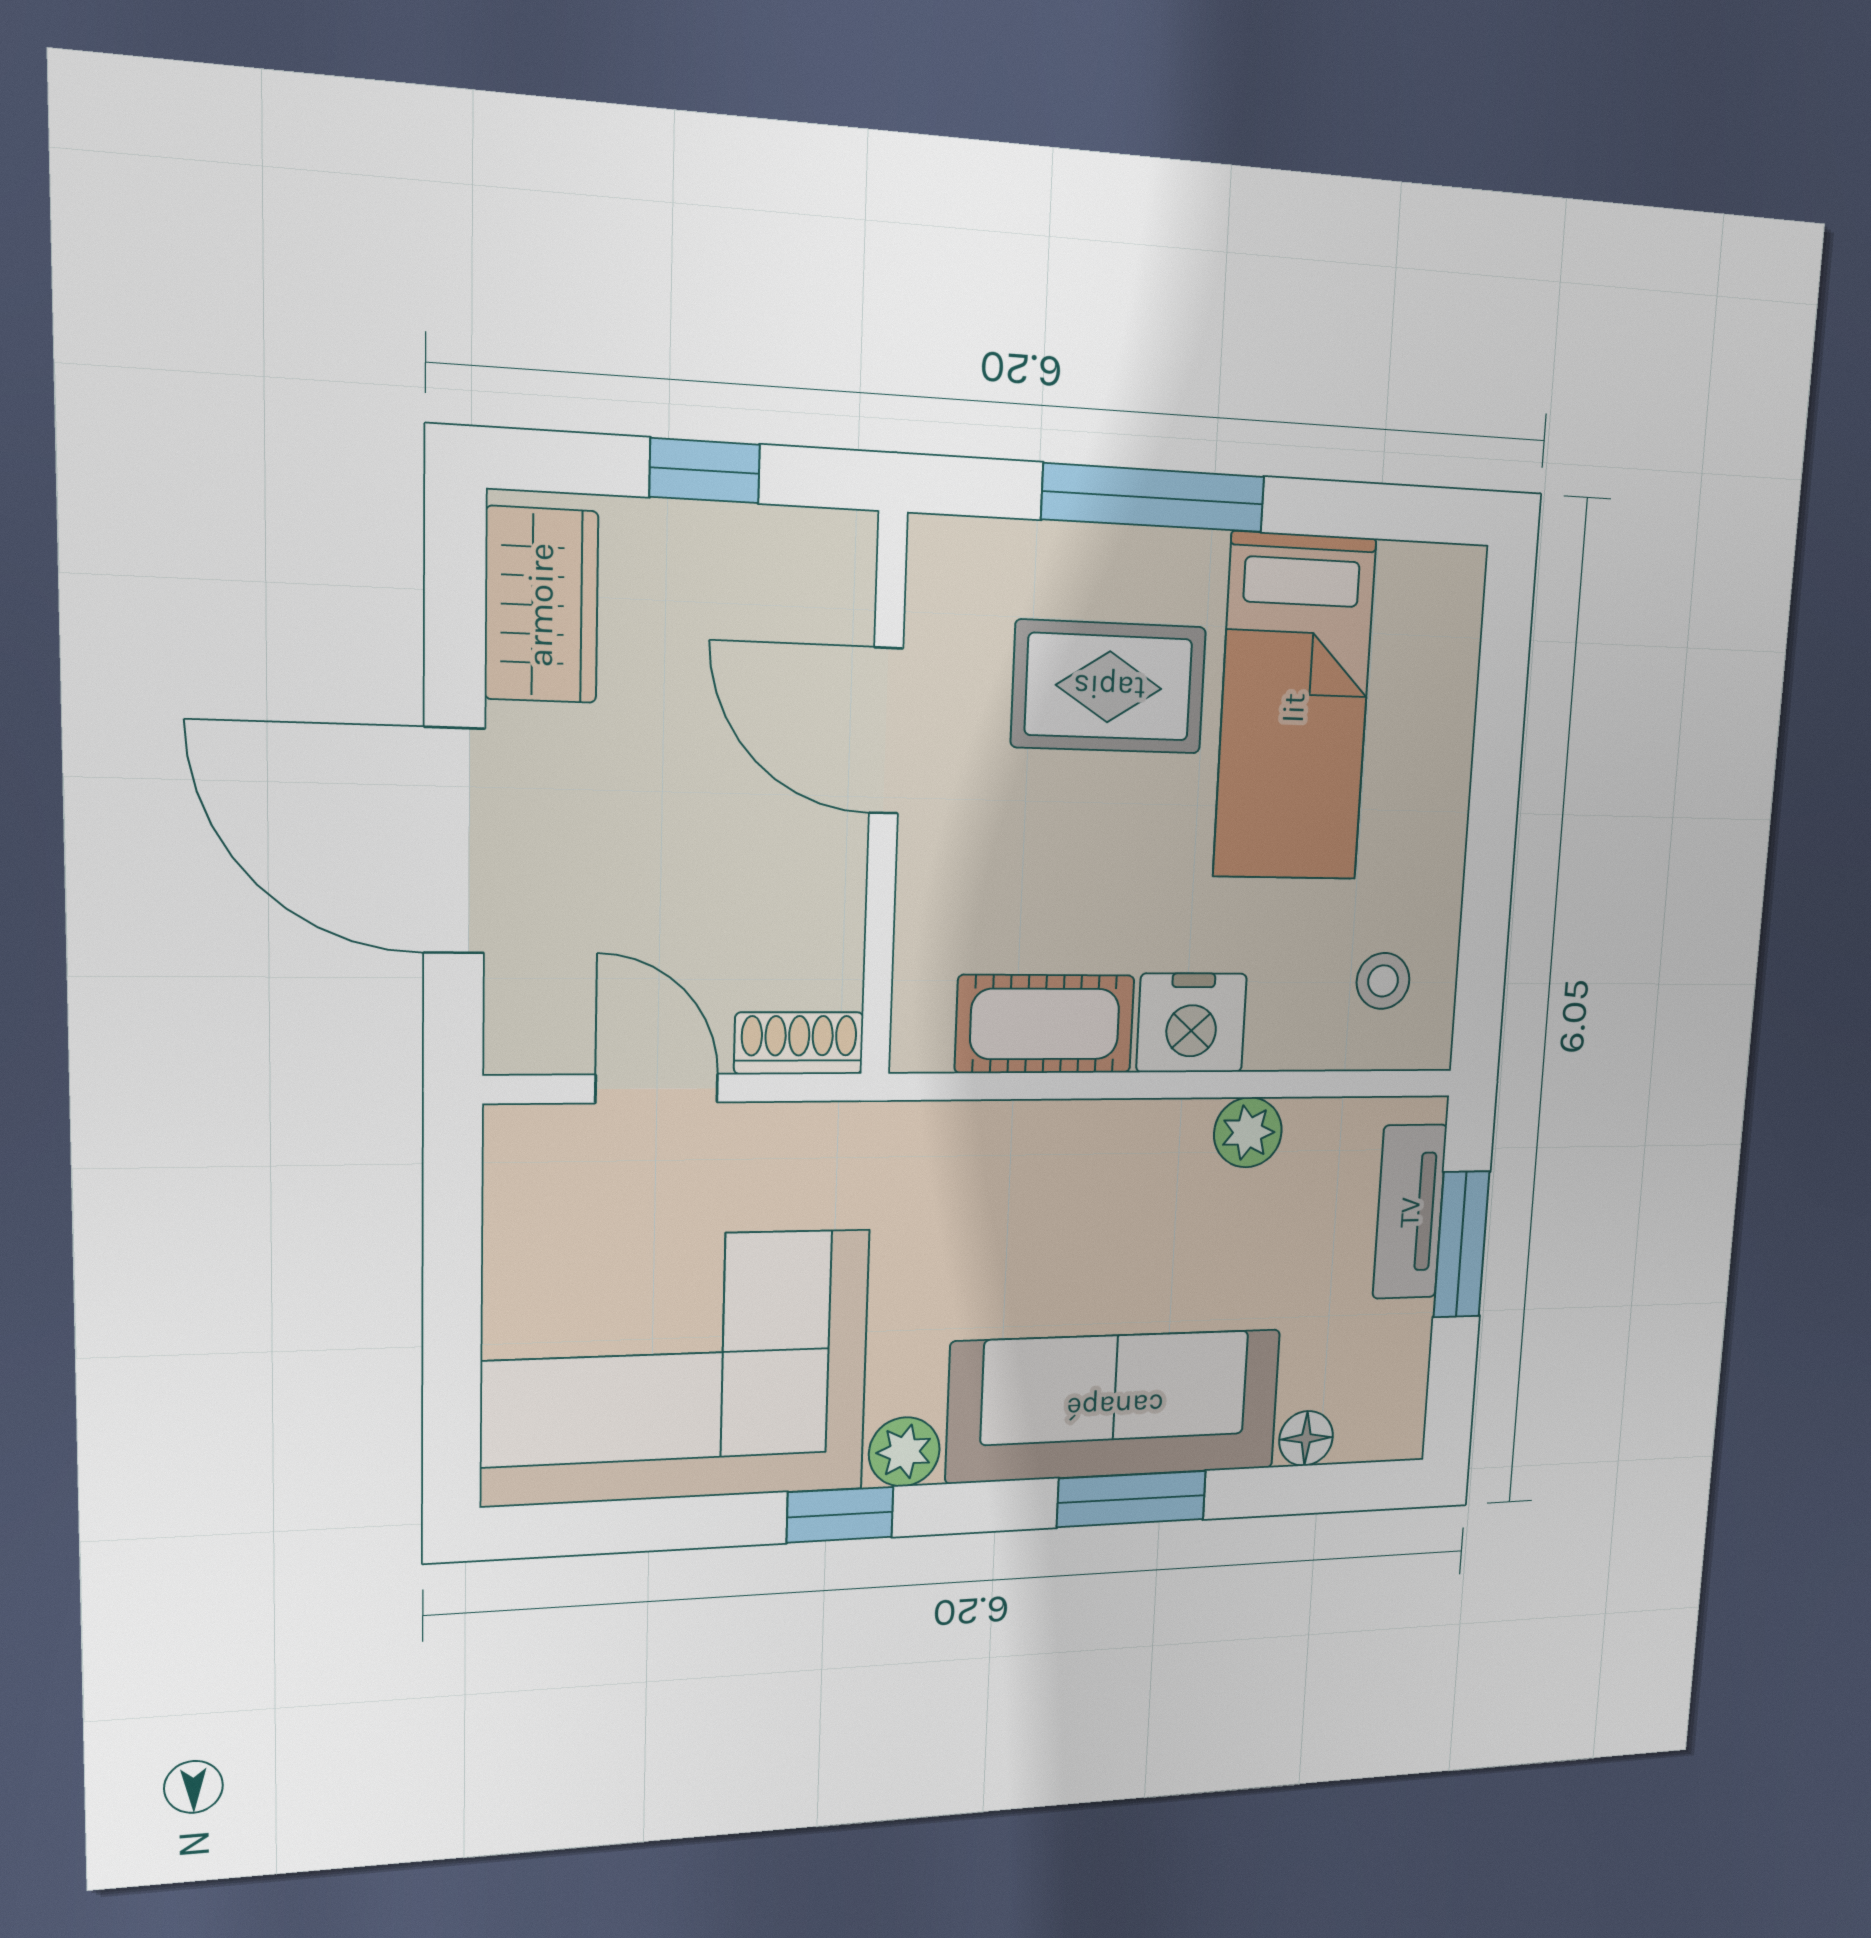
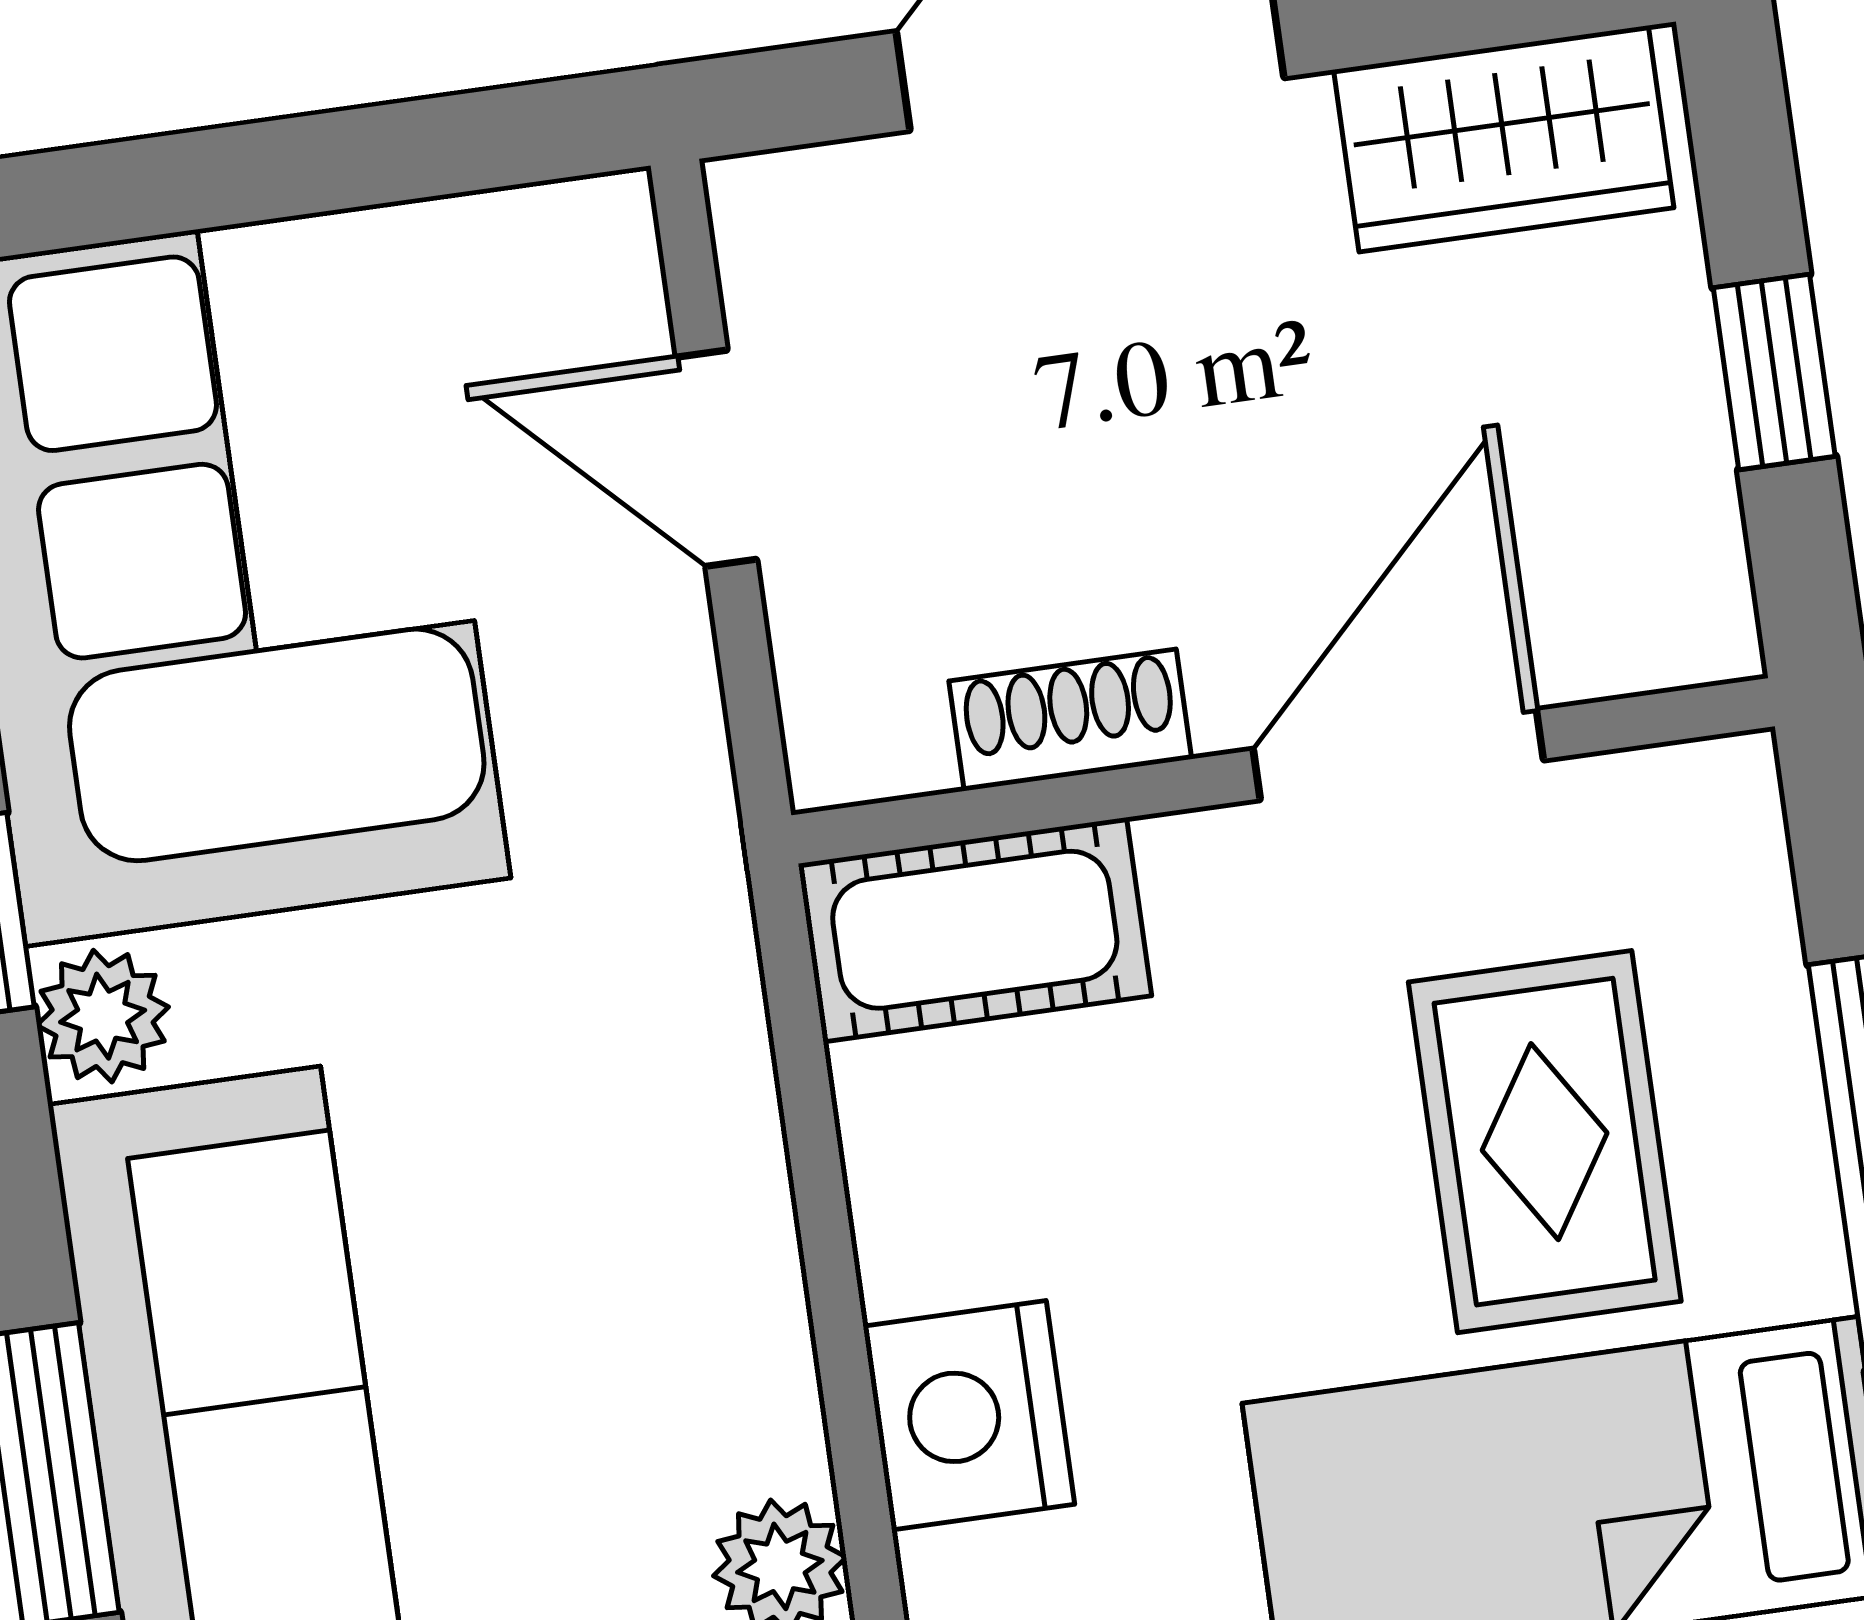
cot: (1045, 1024) -> (975, 930), moved, turned 90
shoe rack: (799, 1043) -> (1070, 720), moved, turned -90
door: (657, 1088) -> (716, 458), swing flipped

